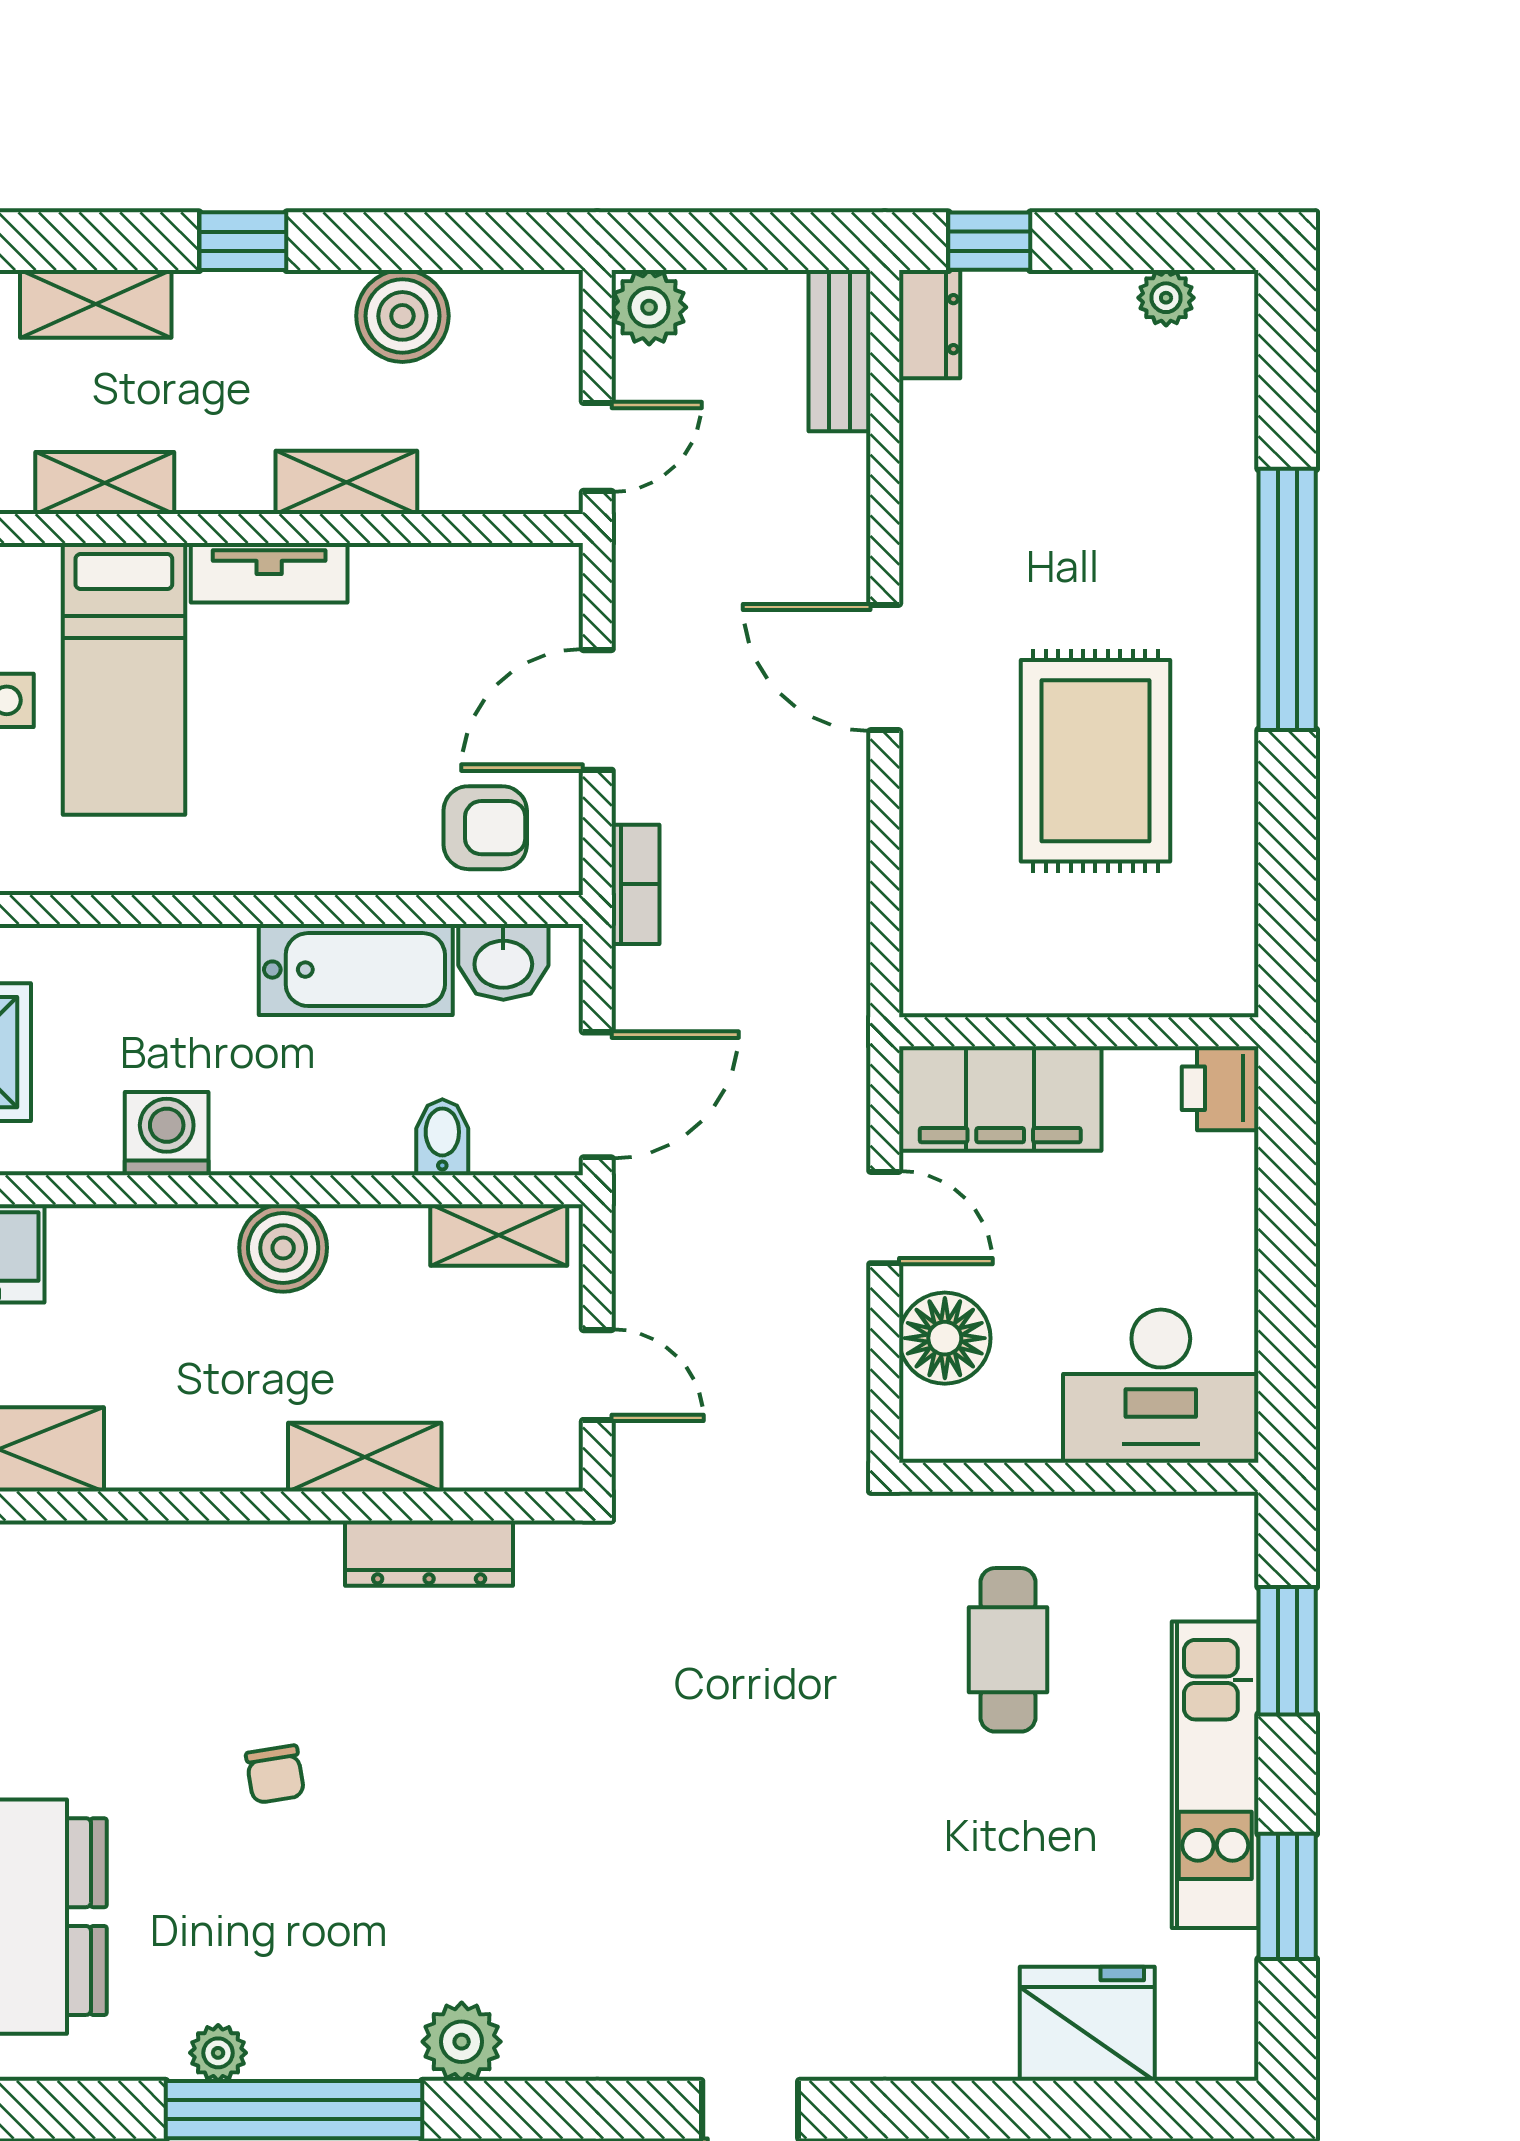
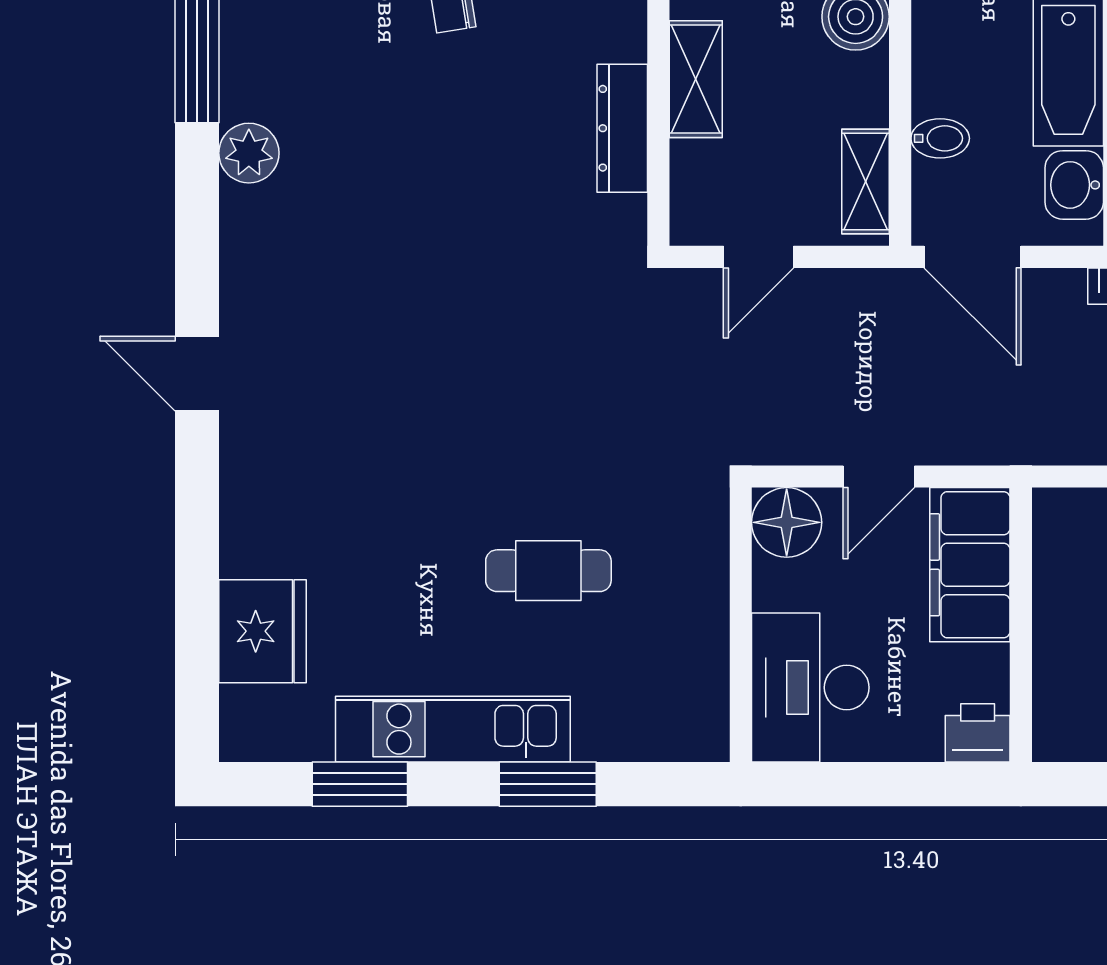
desk: (1161, 1386) -> (810, 688), moved
wall: (1079, 1477) -> (741, 625), moved

